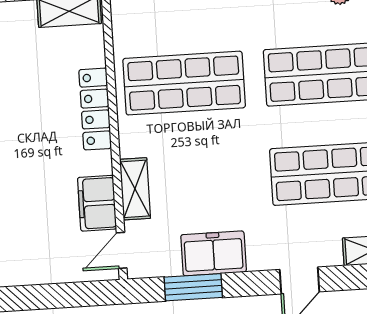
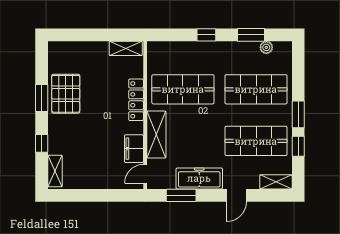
shelving: (135, 189) -> (156, 135), width x1.50, depth x1.33
freezer: (214, 253) -> (199, 178), width x1.40

